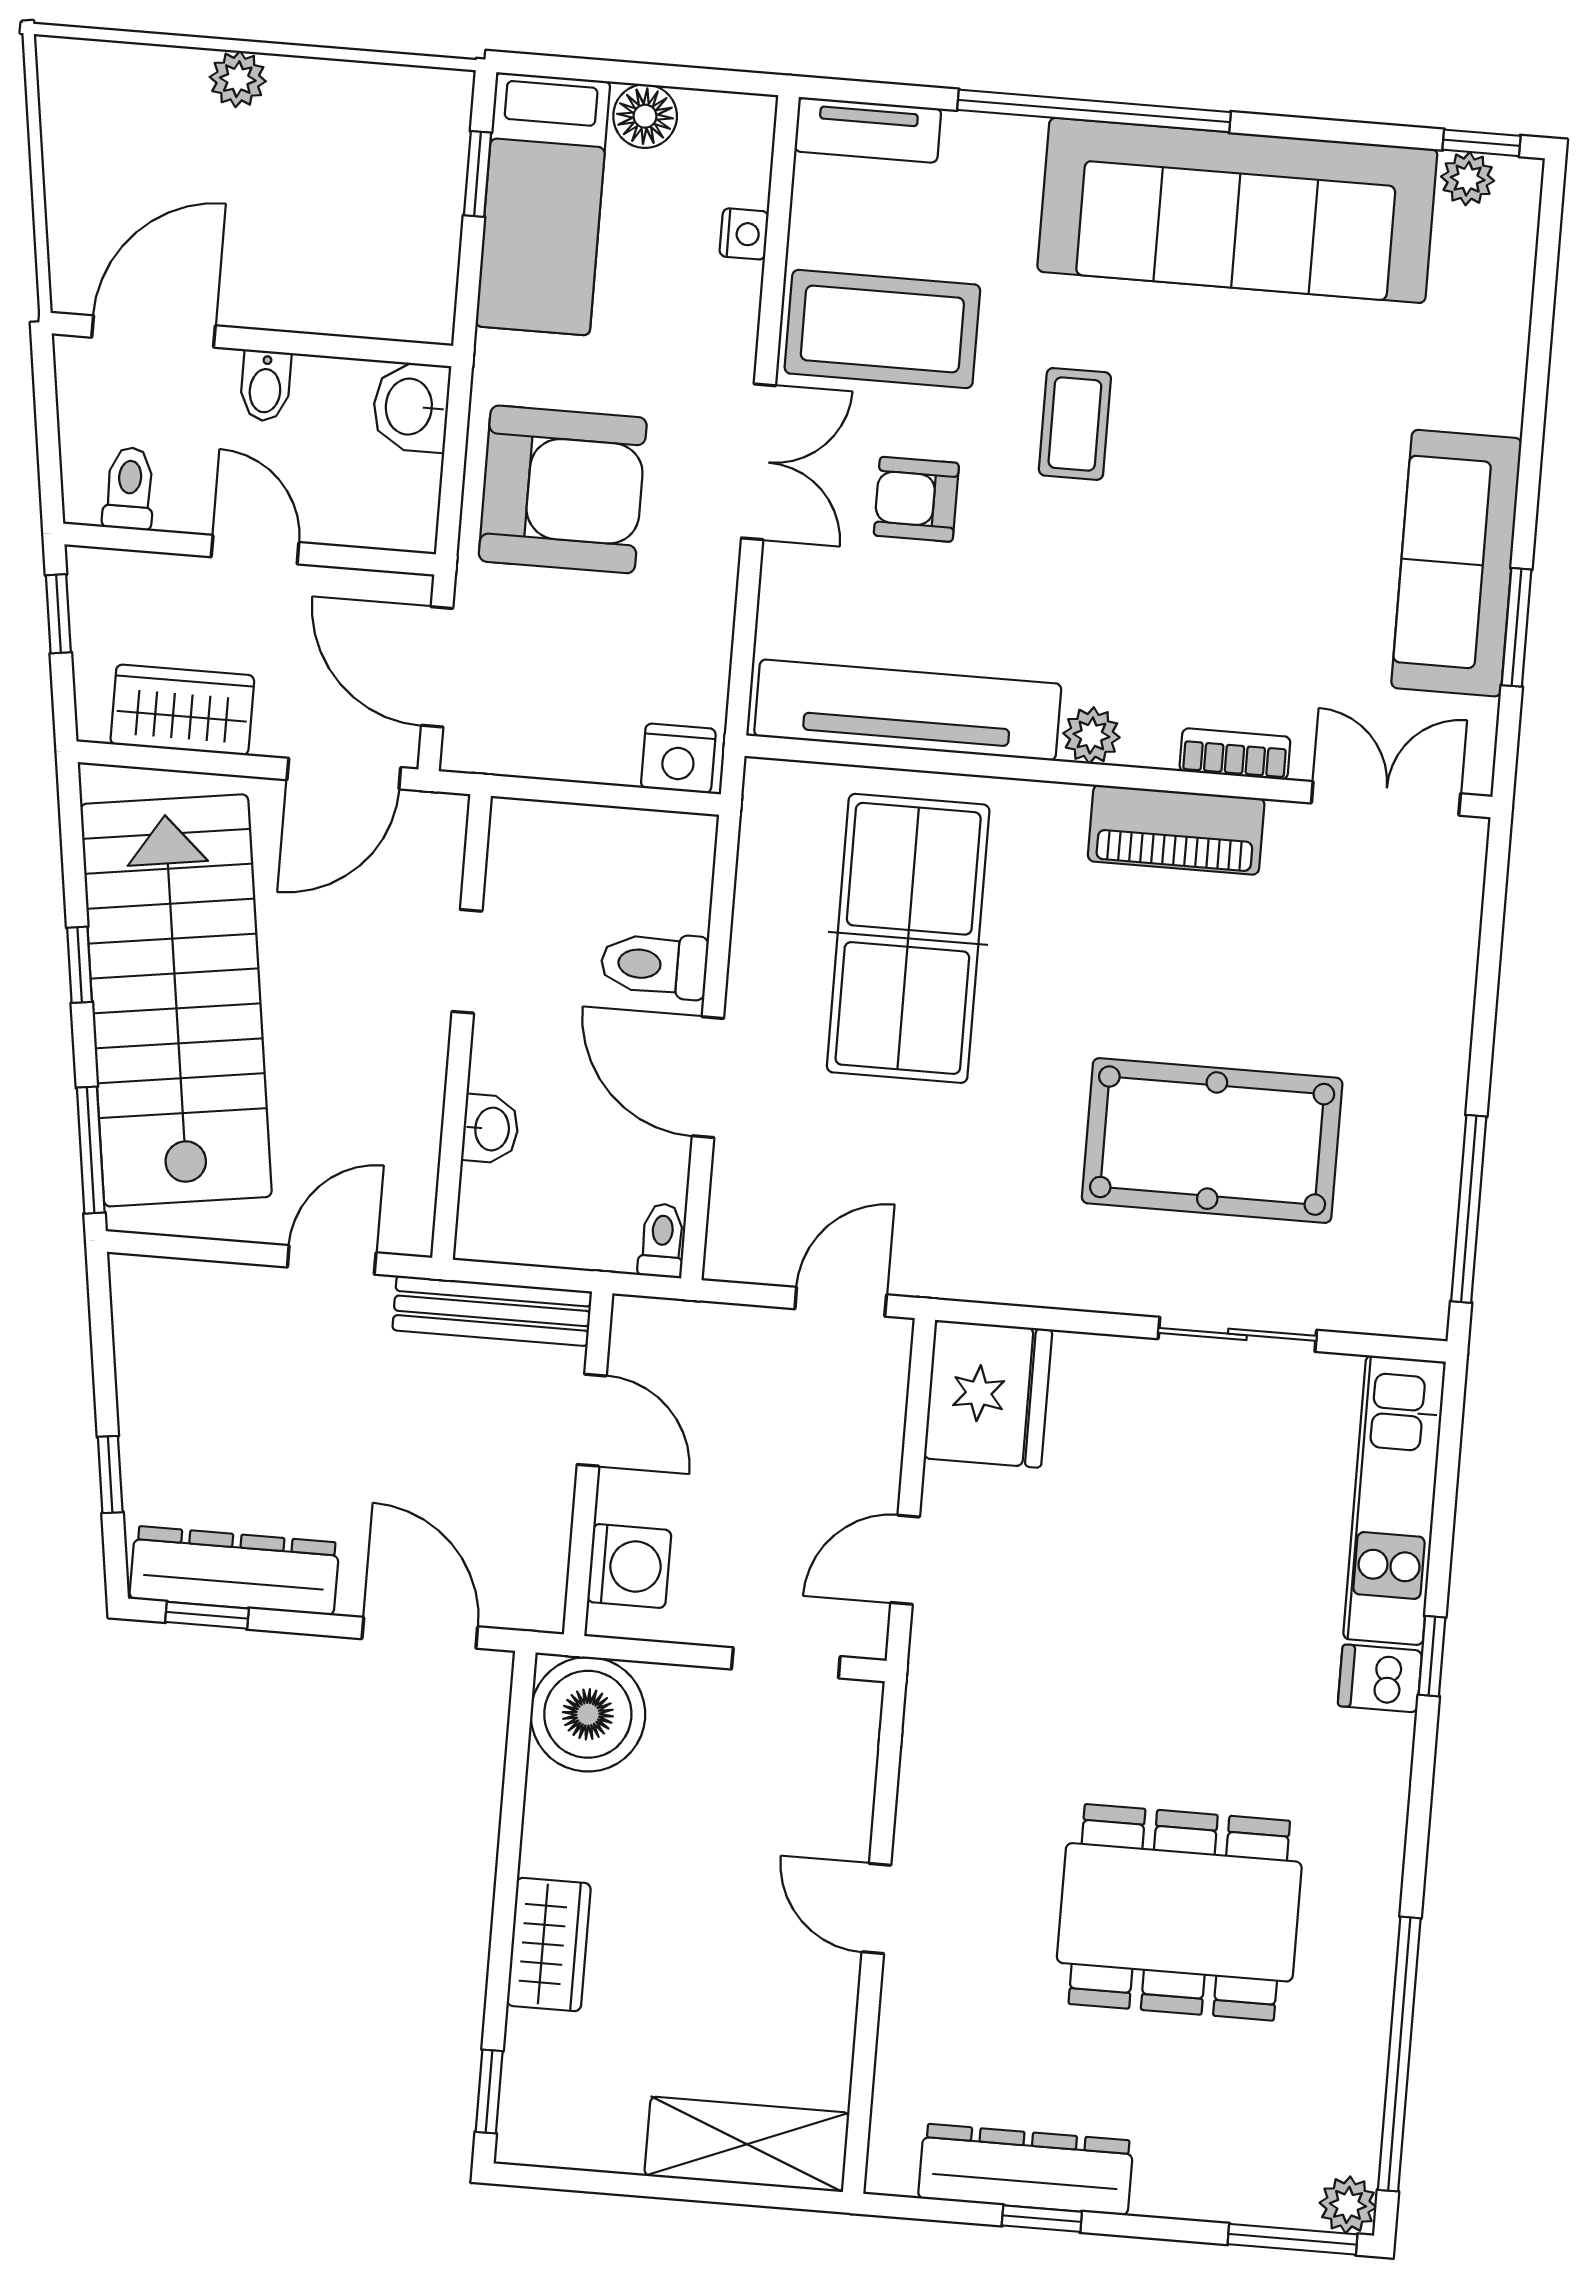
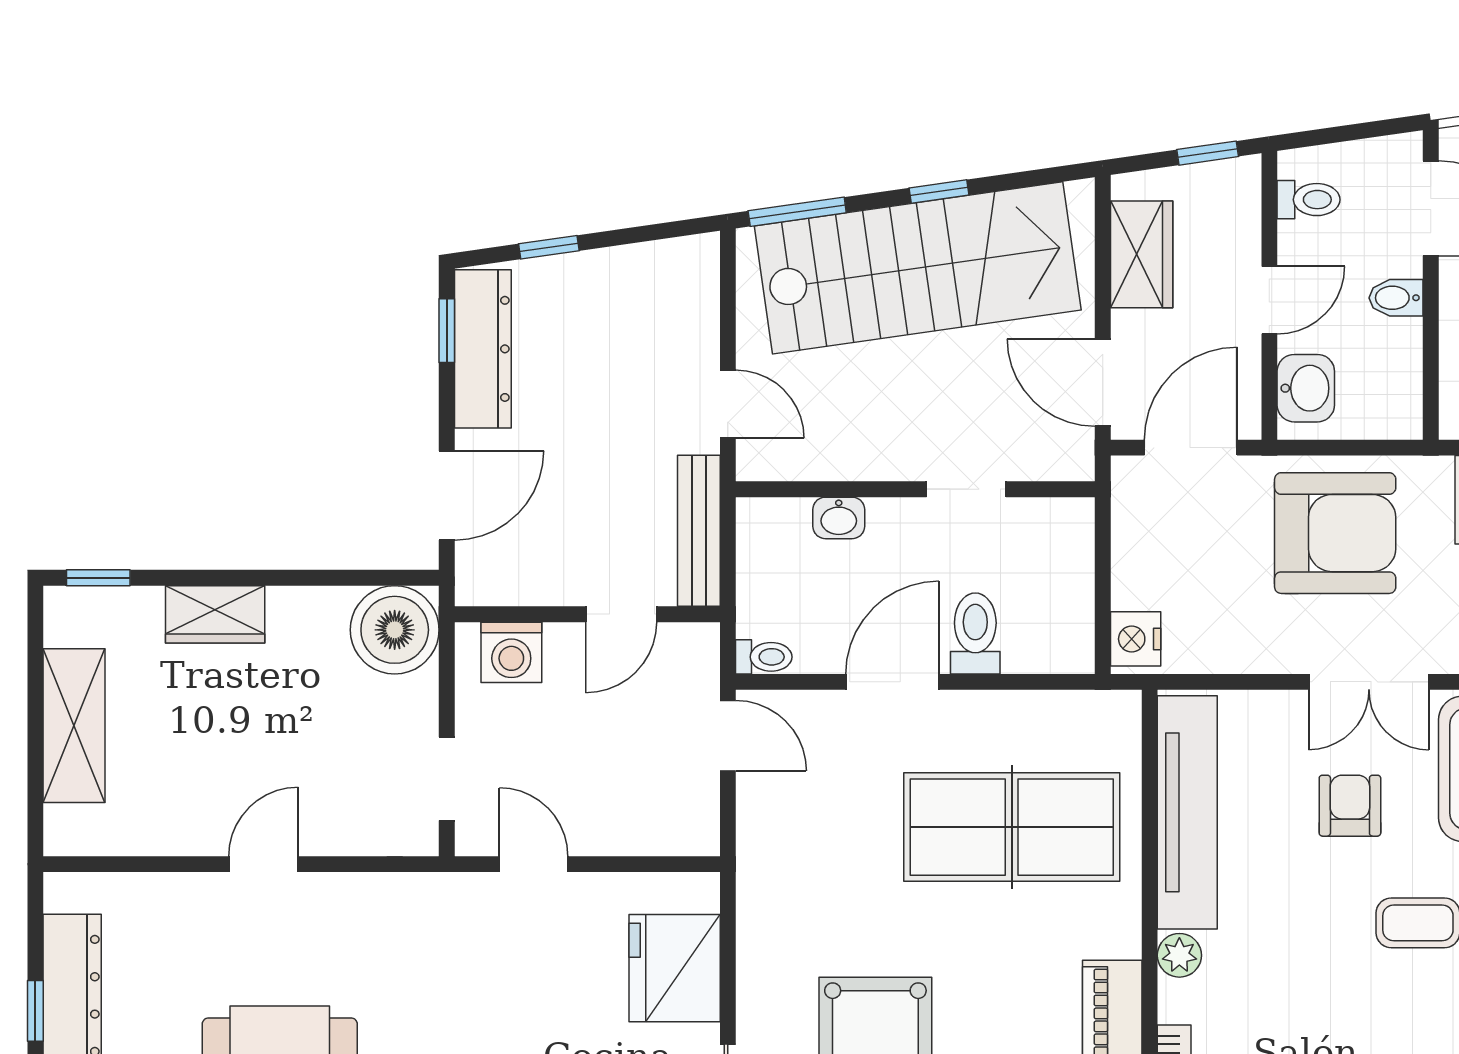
washbasin: (411, 407) -> (1306, 388), moved, turned 90
armchair: (563, 489) -> (1335, 533), turned -90
door: (841, 1302) -> (728, 736), moved
fridge: (988, 1394) -> (675, 968), moved, turned 90
shelving: (747, 2144) -> (74, 726), moved

